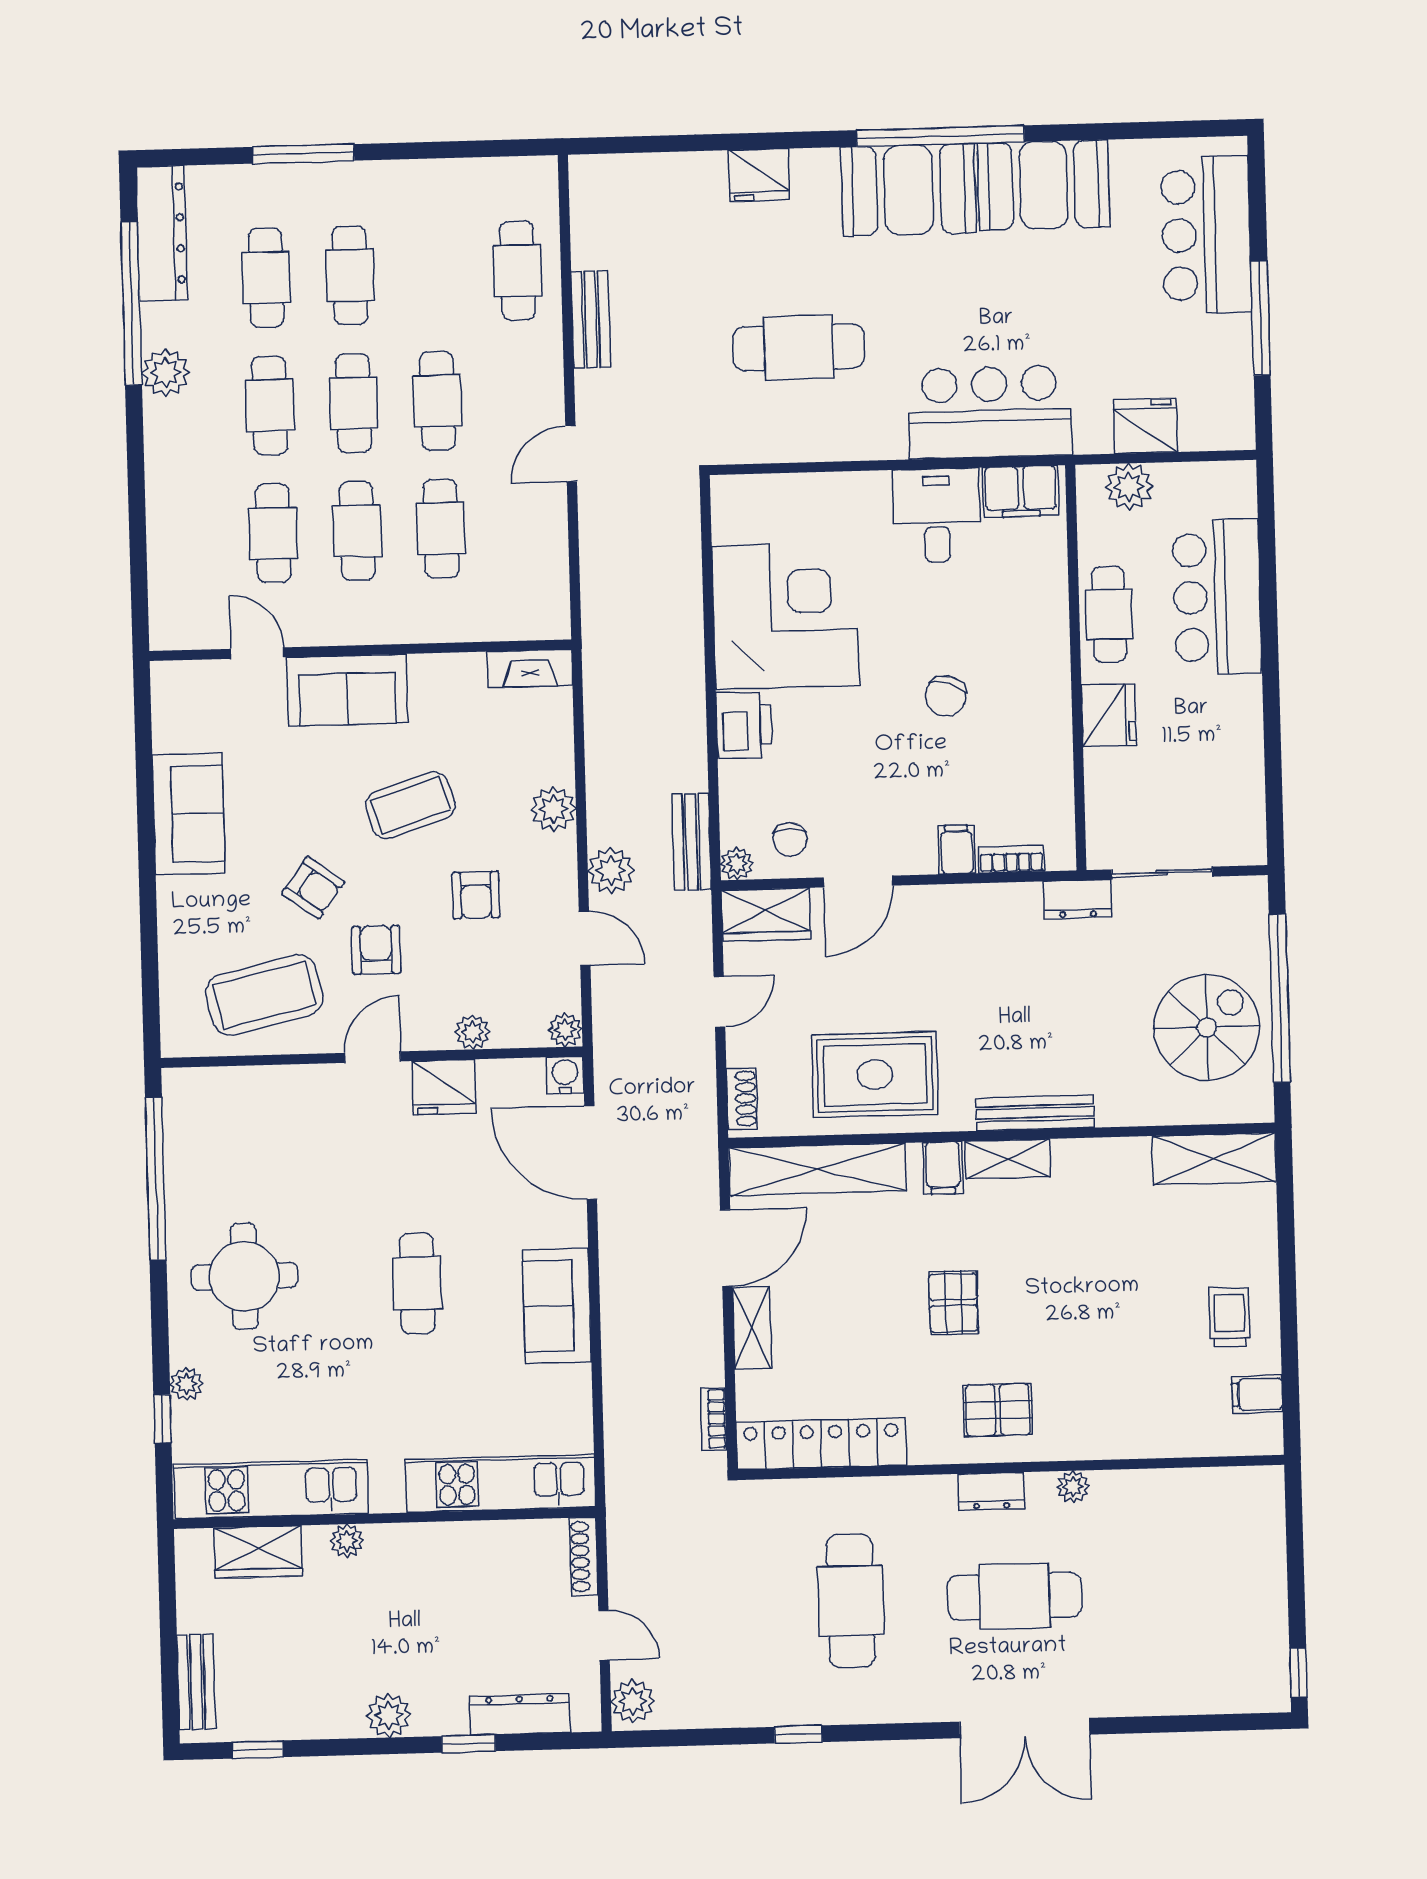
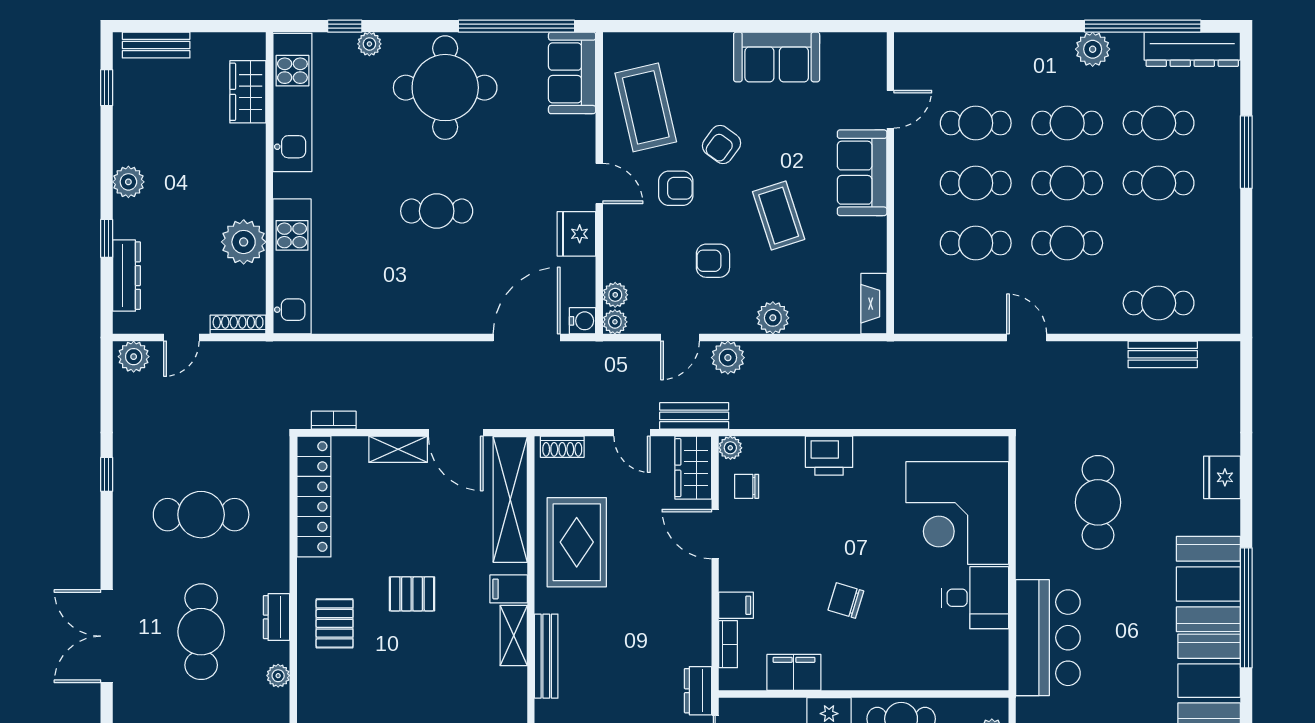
bench: (591, 319) -> (1163, 354), moved
filing cabinet: (1021, 491) -> (794, 672), moved, turned 90
corner desk: (785, 616) -> (957, 513), moved, turned 90
bench: (691, 842) -> (694, 416), moved
plant: (473, 1032) -> (615, 295), moved
round table: (244, 1276) -> (445, 88), width x1.36, depth x1.36
sofa: (557, 1306) -> (572, 73), moved, turned -90
plant: (347, 1541) -> (244, 242), moved, width x1.87, depth x1.87

